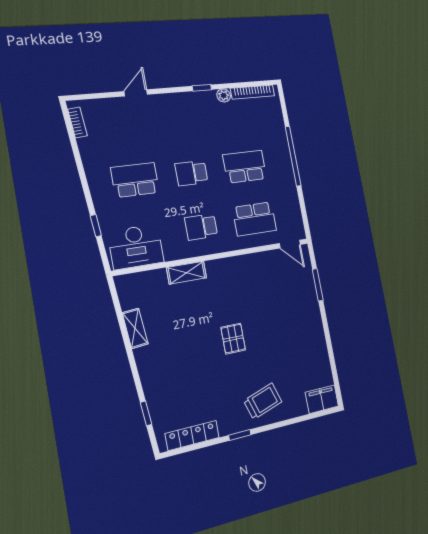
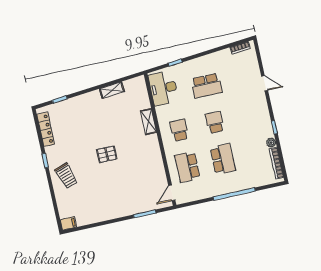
school desk: (135, 180) -> (207, 86), turned 90
filing cabinet: (322, 399) -> (68, 223), width x0.50

